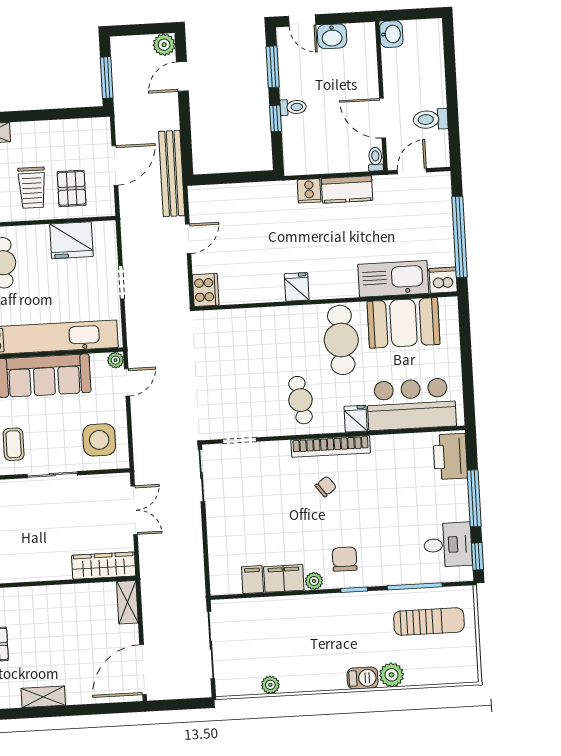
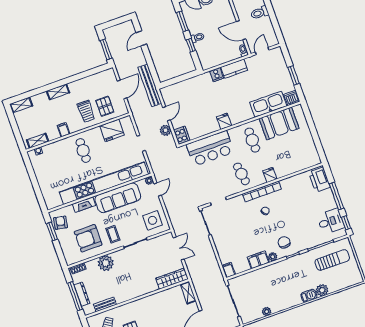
plant: (164, 45) -> (166, 130), moved
toilet: (431, 119) -> (260, 13), moved
window: (460, 237) -> (294, 75), width x0.47
cafe table: (341, 340) -> (252, 140), width x0.73, depth x0.74
bar counter: (411, 404) -> (210, 148), moved, turned 180
filing cabinet: (252, 580) -> (229, 270), moved

